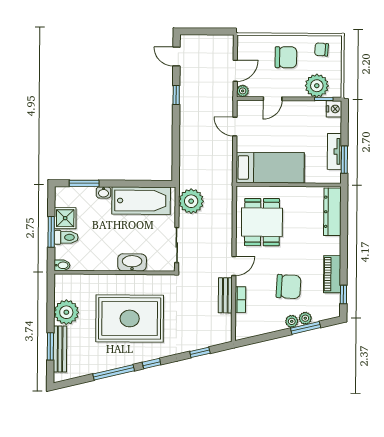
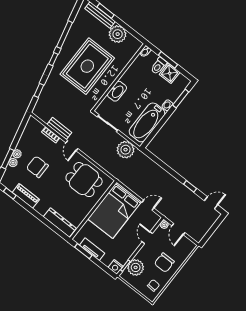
bed: (270, 168) -> (115, 210), width x1.50
chair: (289, 287) -> (37, 167), turned 87

